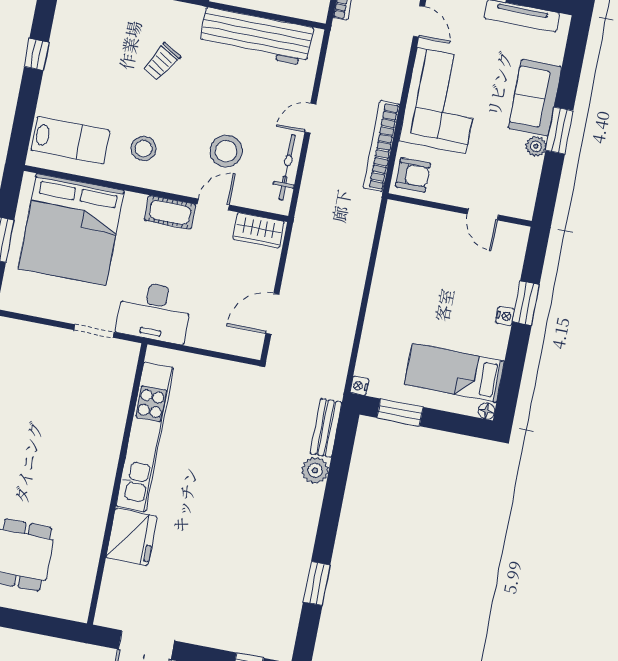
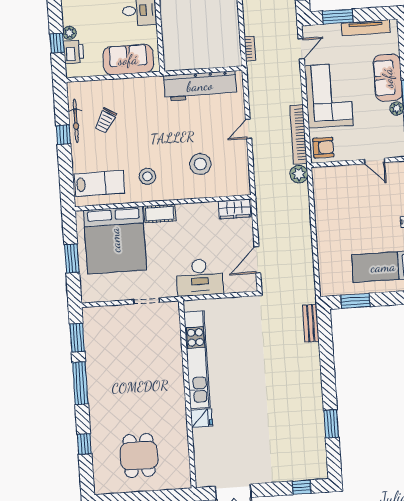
door: (419, 21) -> (301, 49), hinge flipped
trolley: (162, 62) -> (105, 121), moved
bicycle: (287, 167) -> (76, 121), moved, turned 180
door: (213, 205) -> (201, 200), removed
cot: (170, 212) -> (160, 214), moved
desk: (154, 312) -> (200, 277), moved
nightstand: (359, 386) -> (325, 291), removed
plant: (315, 470) -> (299, 174), moved
fridge: (131, 537) -> (201, 418), width x0.53, depth x0.75

